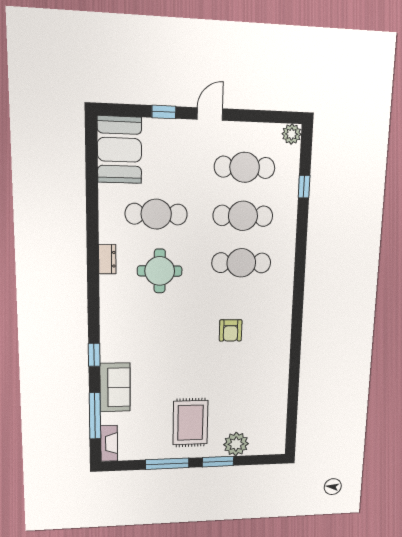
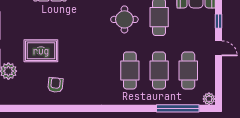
window: (304, 187) -> (178, 108), width x3.17
armchair: (231, 330) -> (55, 85), moved, turned 96
rug: (190, 423) -> (41, 51), moved

